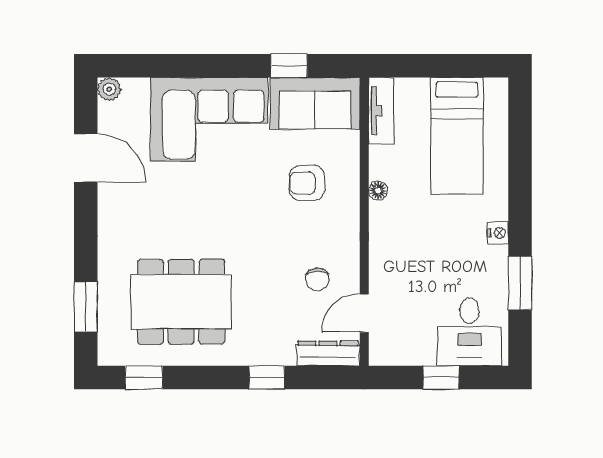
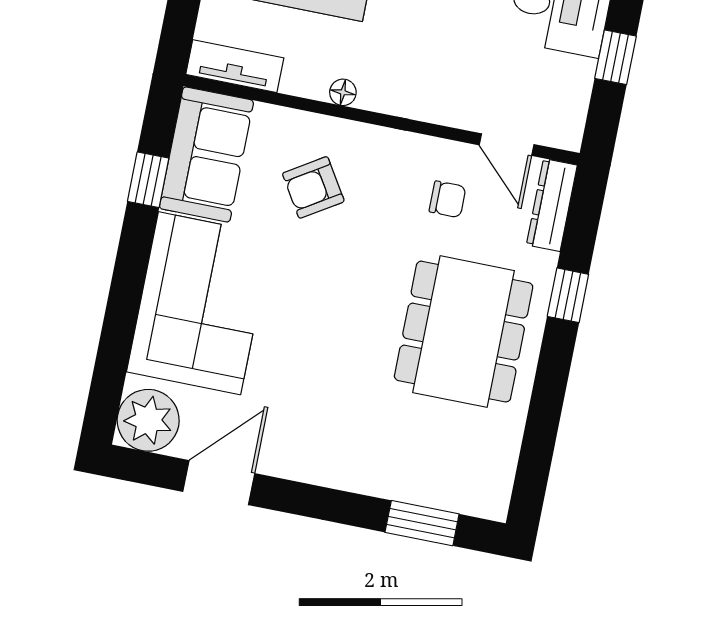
plant: (109, 89) -> (148, 420), width x1.87, depth x1.87
armchair: (307, 183) -> (313, 187), turned 58
dining table: (181, 302) -> (464, 332), moved
window: (144, 378) -> (534, 463), removed

